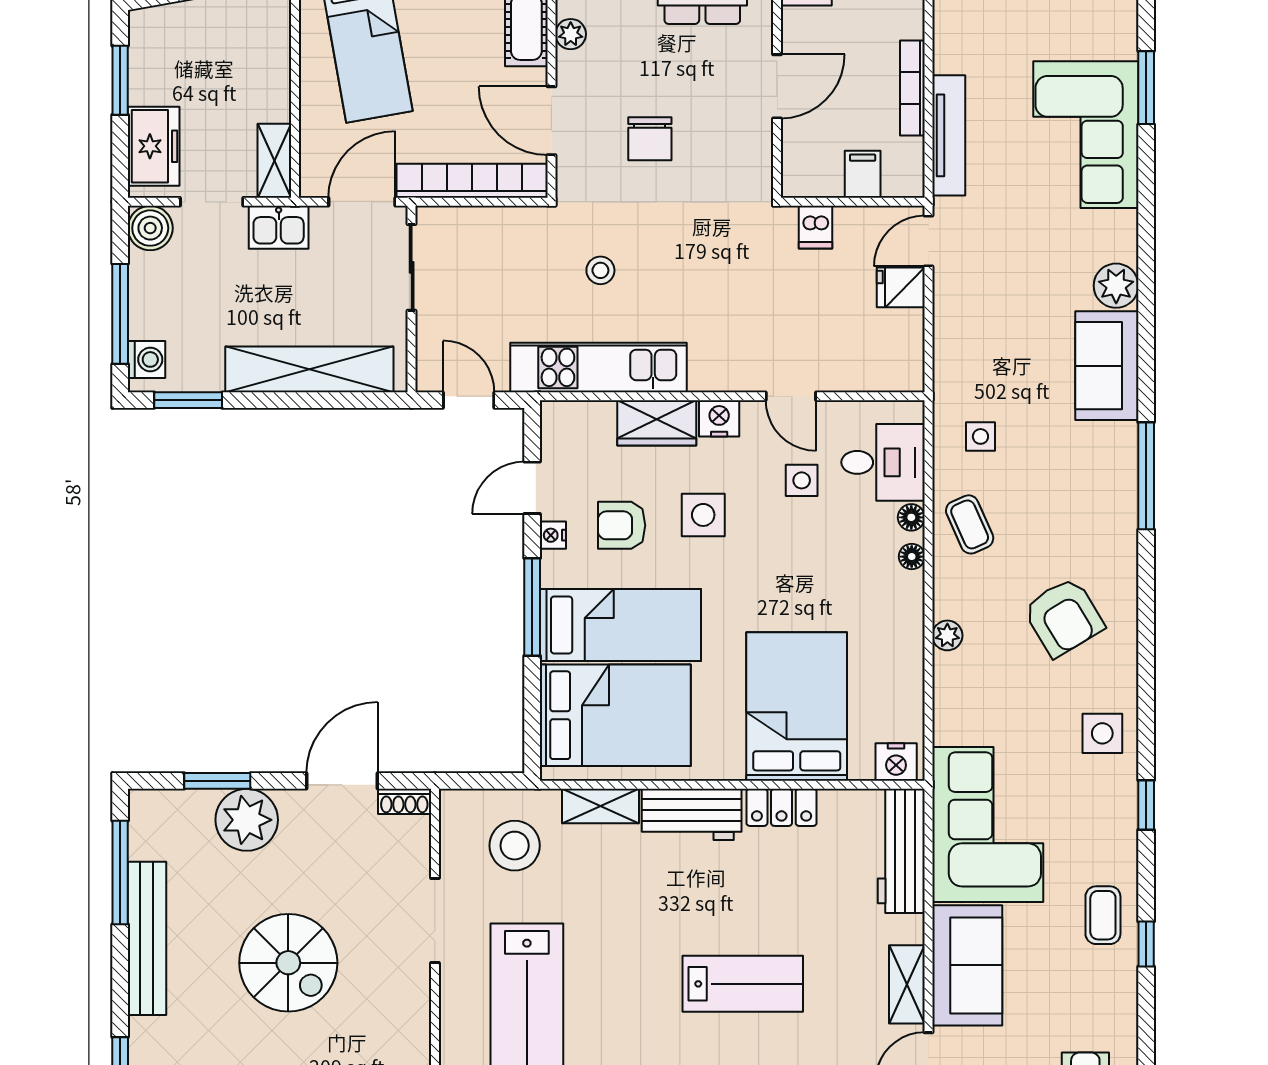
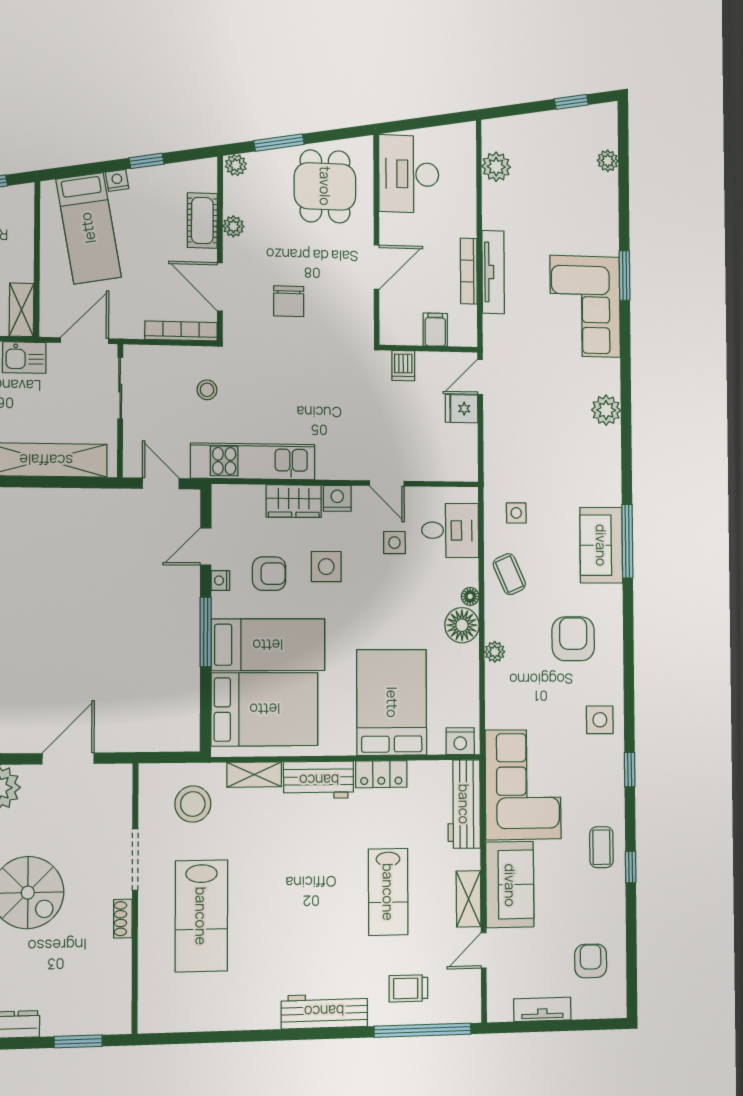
tv unit: (949, 135) -> (493, 272), moved
bookcase: (472, 181) -> (181, 331), width x0.68, depth x0.76
stool: (600, 270) -> (207, 390), moved
sofa: (1107, 366) -> (601, 545), moved
floor lamp: (911, 517) -> (462, 625), moved, width x1.89, depth x1.89
armchair: (622, 525) -> (269, 574), turned 180
armchair: (1064, 617) -> (573, 639), turned -149
shoe rack: (404, 801) -> (123, 919), moved, turned 90
lab bench: (743, 984) -> (388, 892), moved, turned 90

